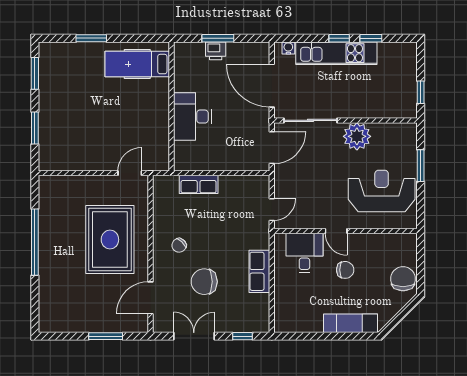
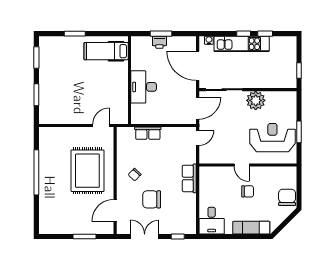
window: (421, 166) -> (299, 132), moved
door: (272, 210) -> (198, 138), moved
desk: (304, 253) -> (212, 221), moved, turned 180
row of seats: (259, 271) -> (189, 178), moved

